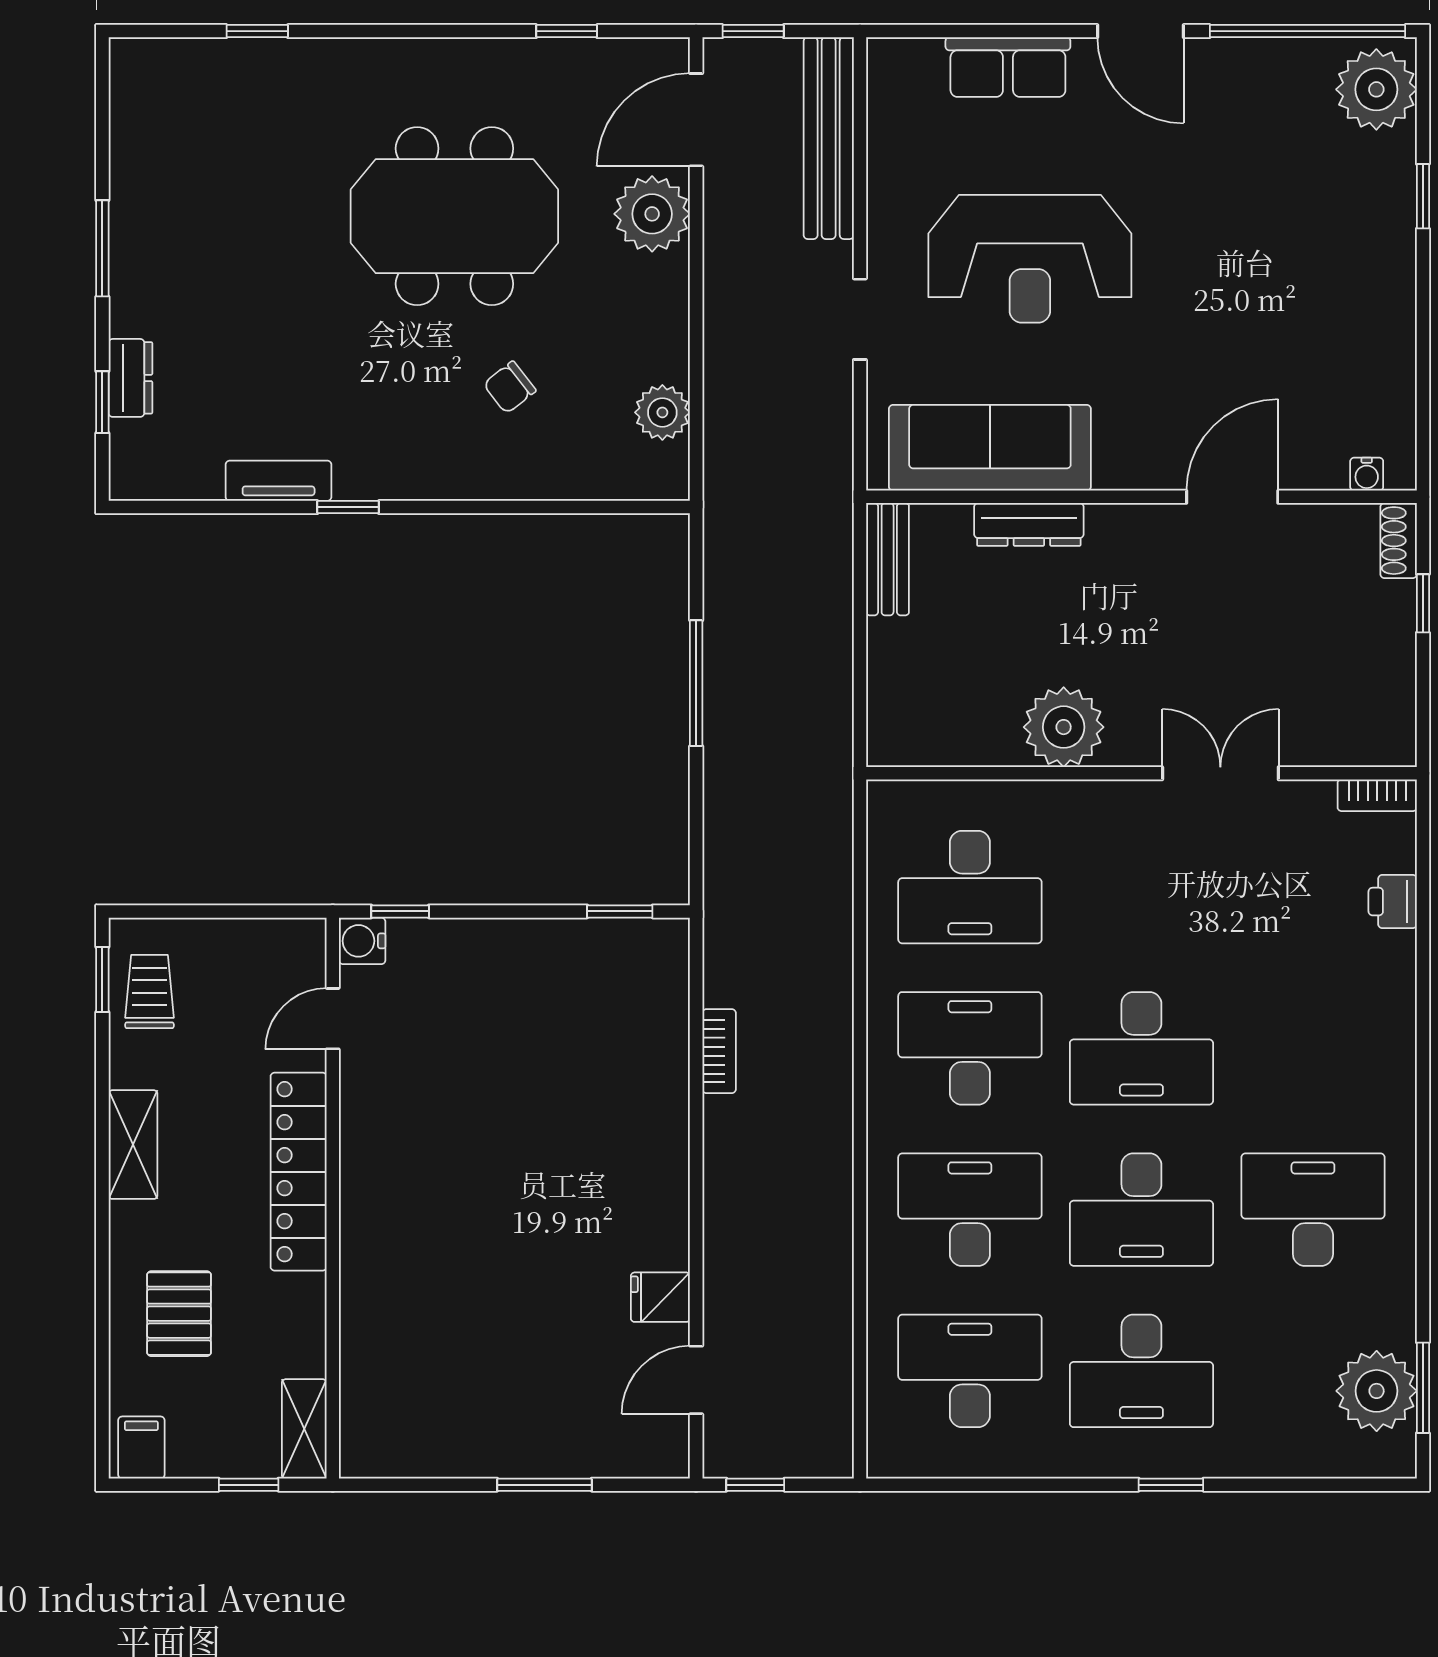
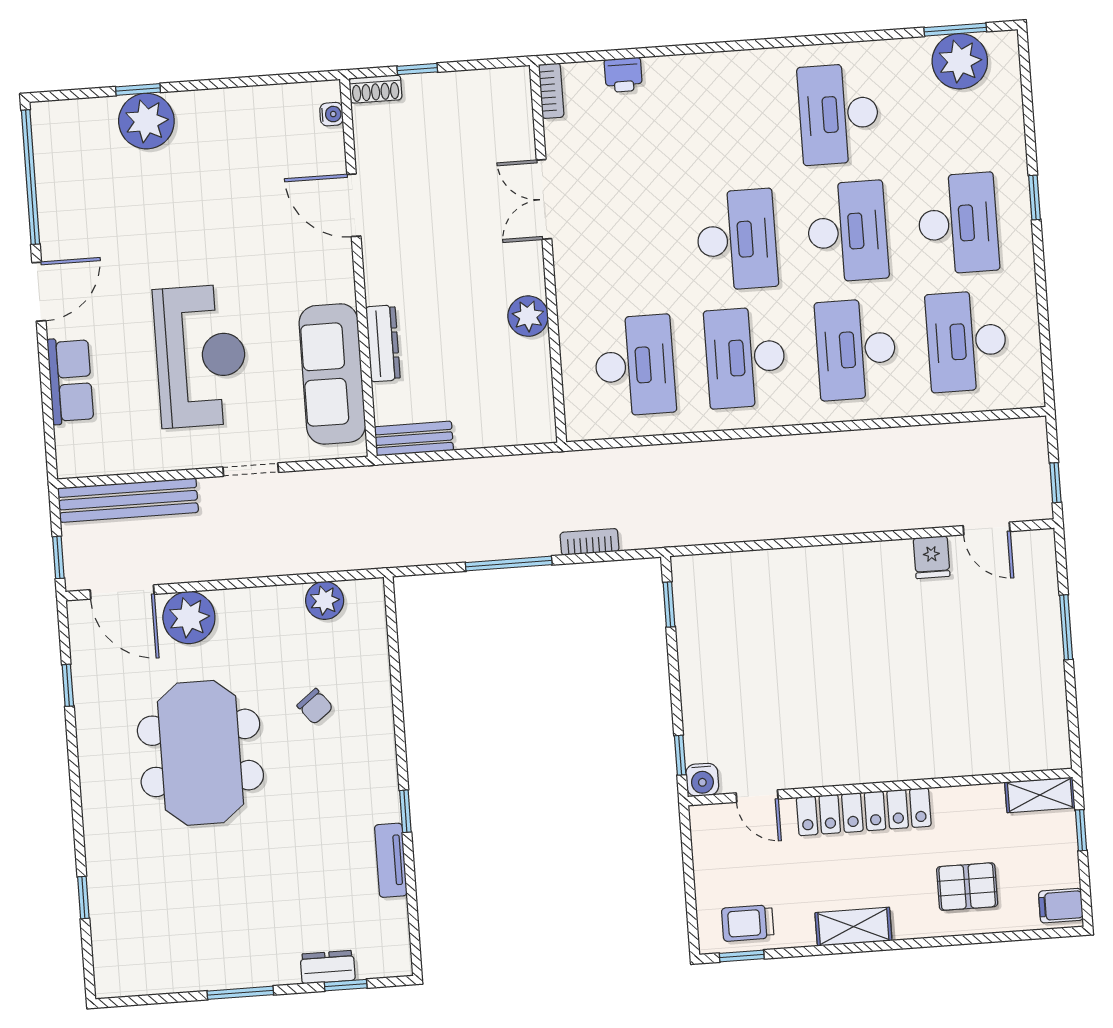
plant: (1376, 89) -> (146, 121), moved
plant: (1064, 727) -> (528, 316), width x0.73, depth x0.73
bookcase: (719, 1051) -> (589, 542), moved

